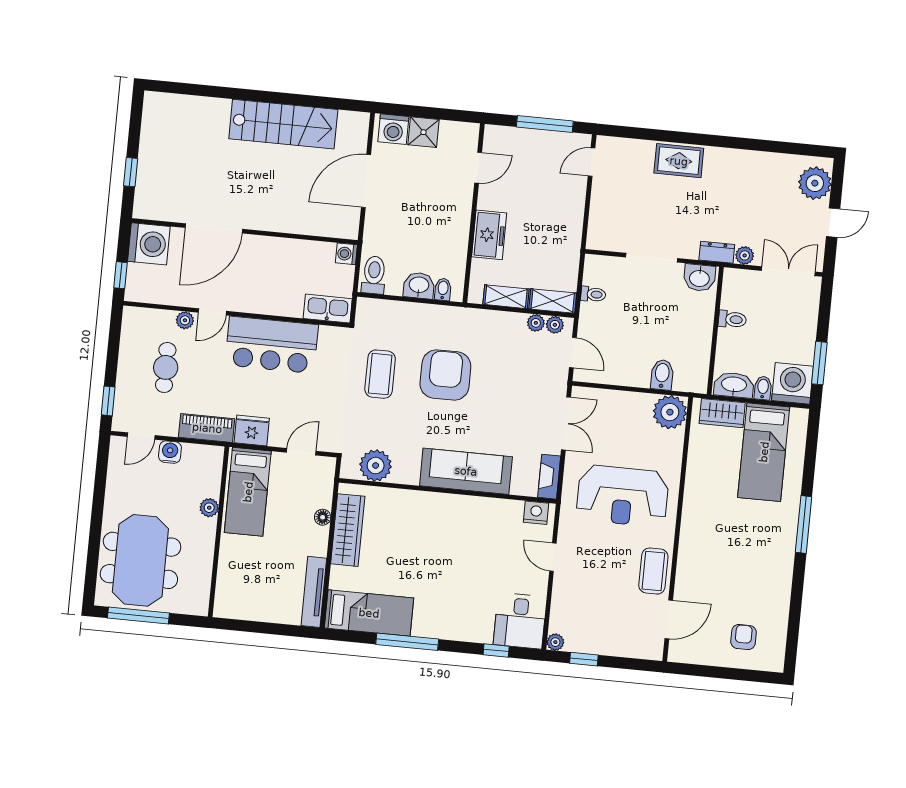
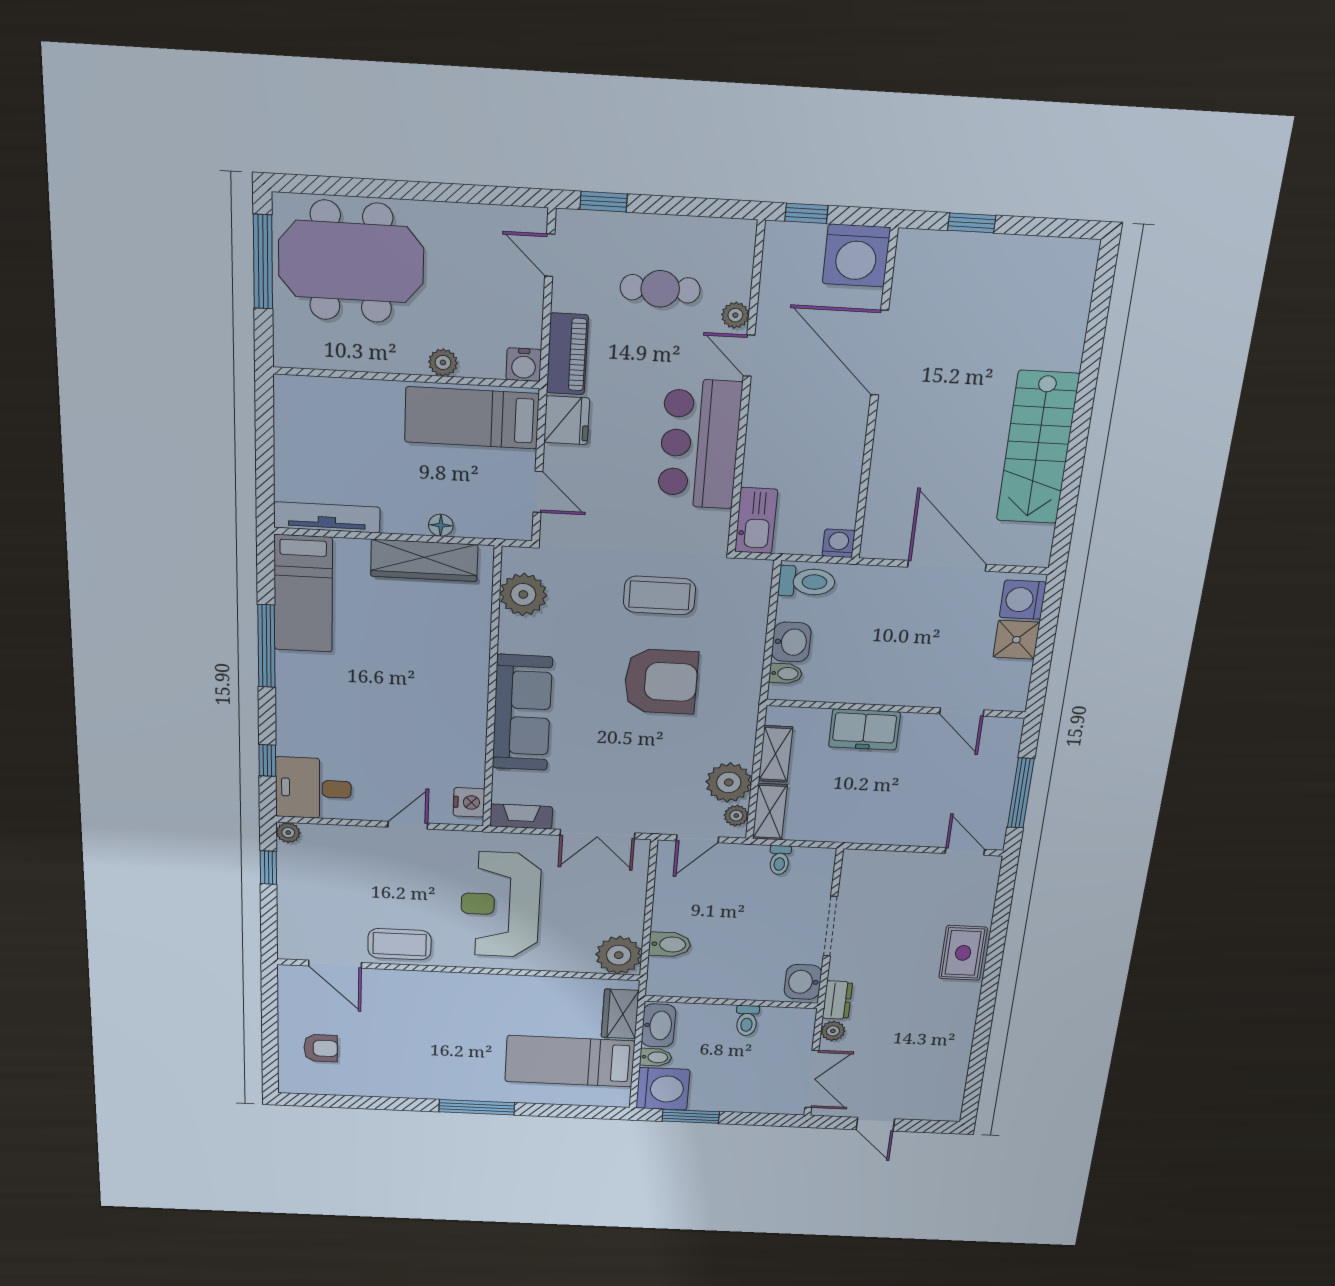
plant: (815, 183) -> (928, 1103), removed
plant: (536, 323) -> (729, 782), width x1.87, depth x1.87
water cooler: (170, 452) -> (524, 365), moved, turned 90

